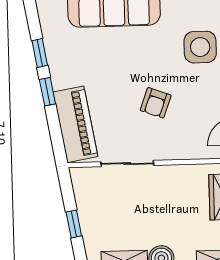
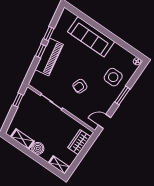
piano: (75, 124) -> (49, 57), moved
window: (74, 224) -> (18, 100), moved

